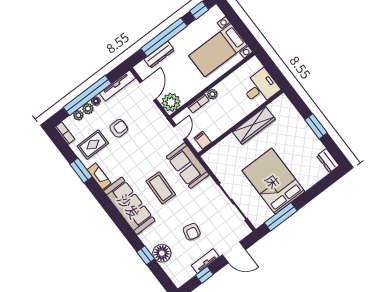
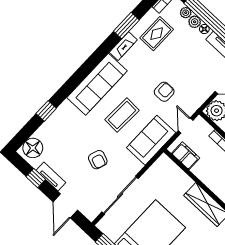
armchair: (119, 128) -> (164, 92), moved, turned -90
door: (180, 132) -> (186, 125), swing flipped
filing cabinet: (203, 140) -> (186, 156), width x2.00
rug: (93, 145) -> (157, 34), turned 90
armchair: (192, 232) -> (98, 160), moved, turned -83
floor lamp: (162, 253) -> (33, 148), moved

